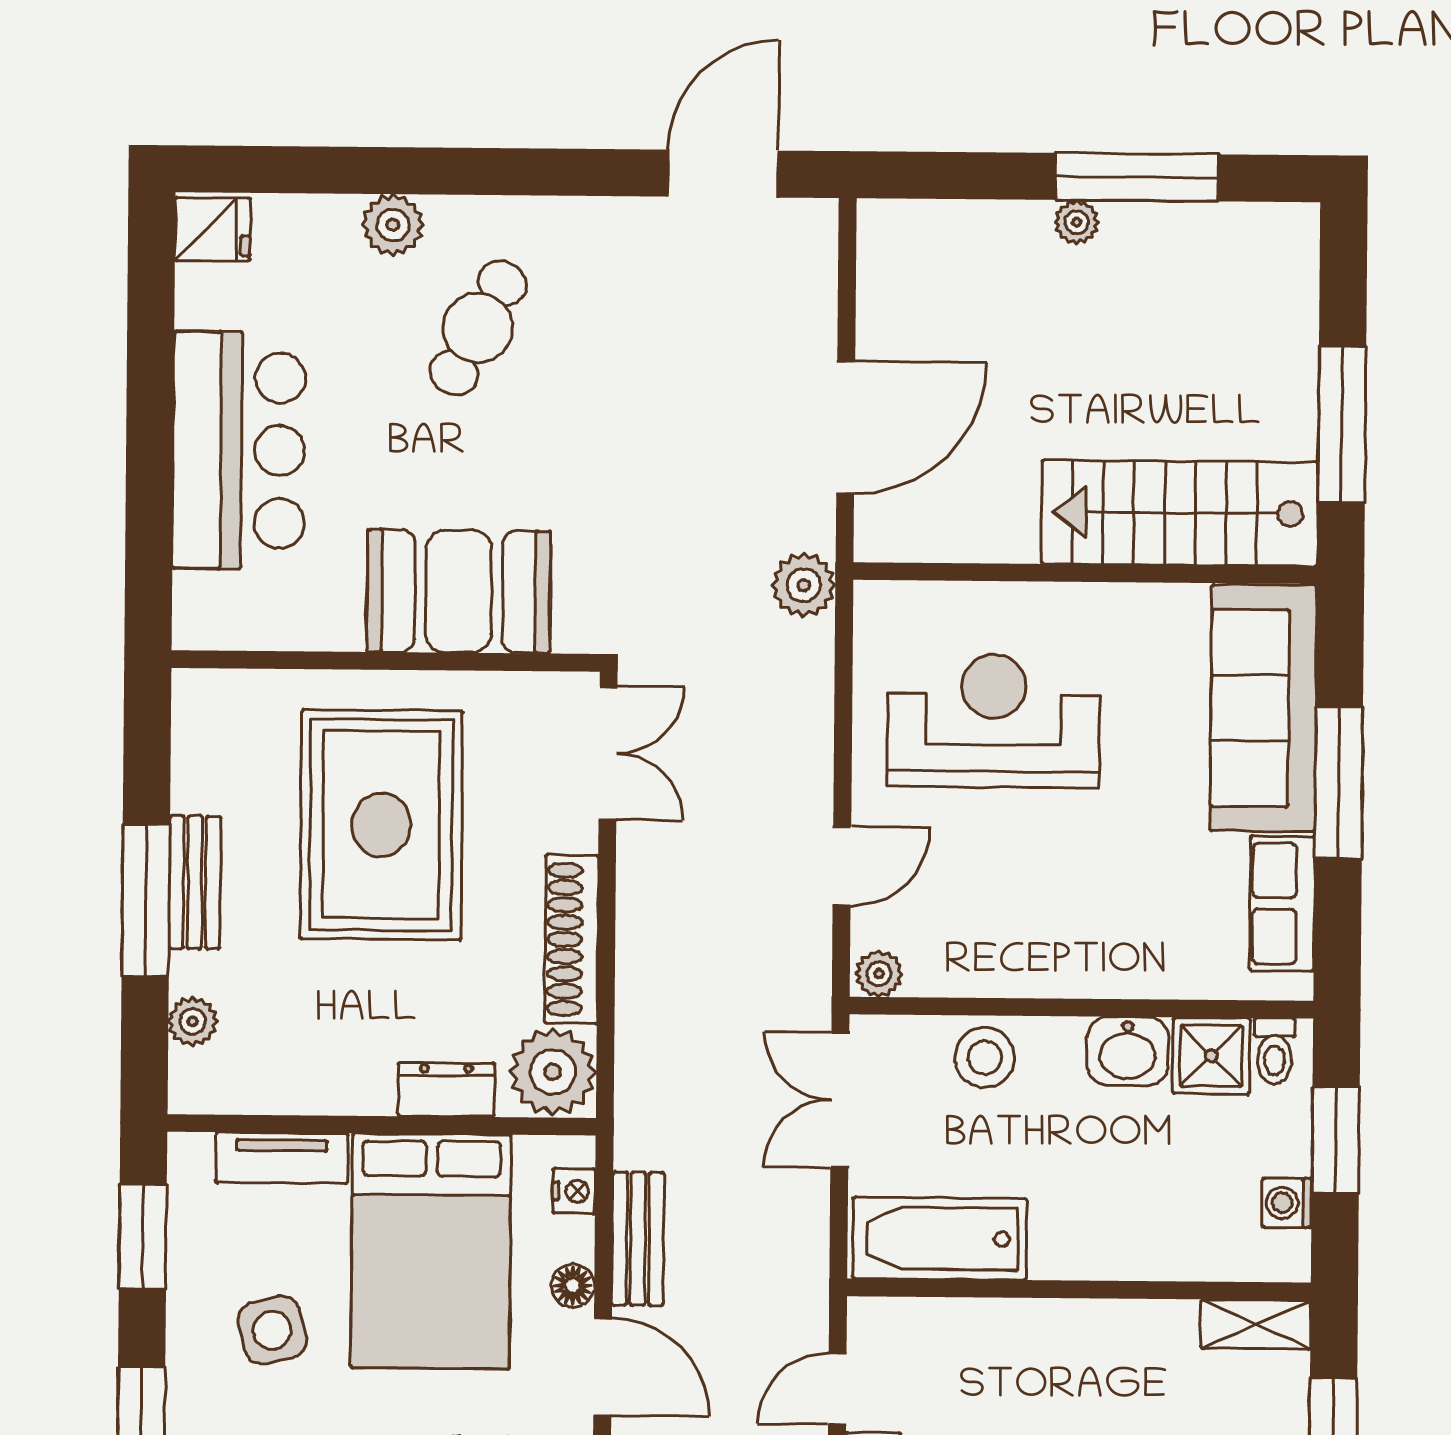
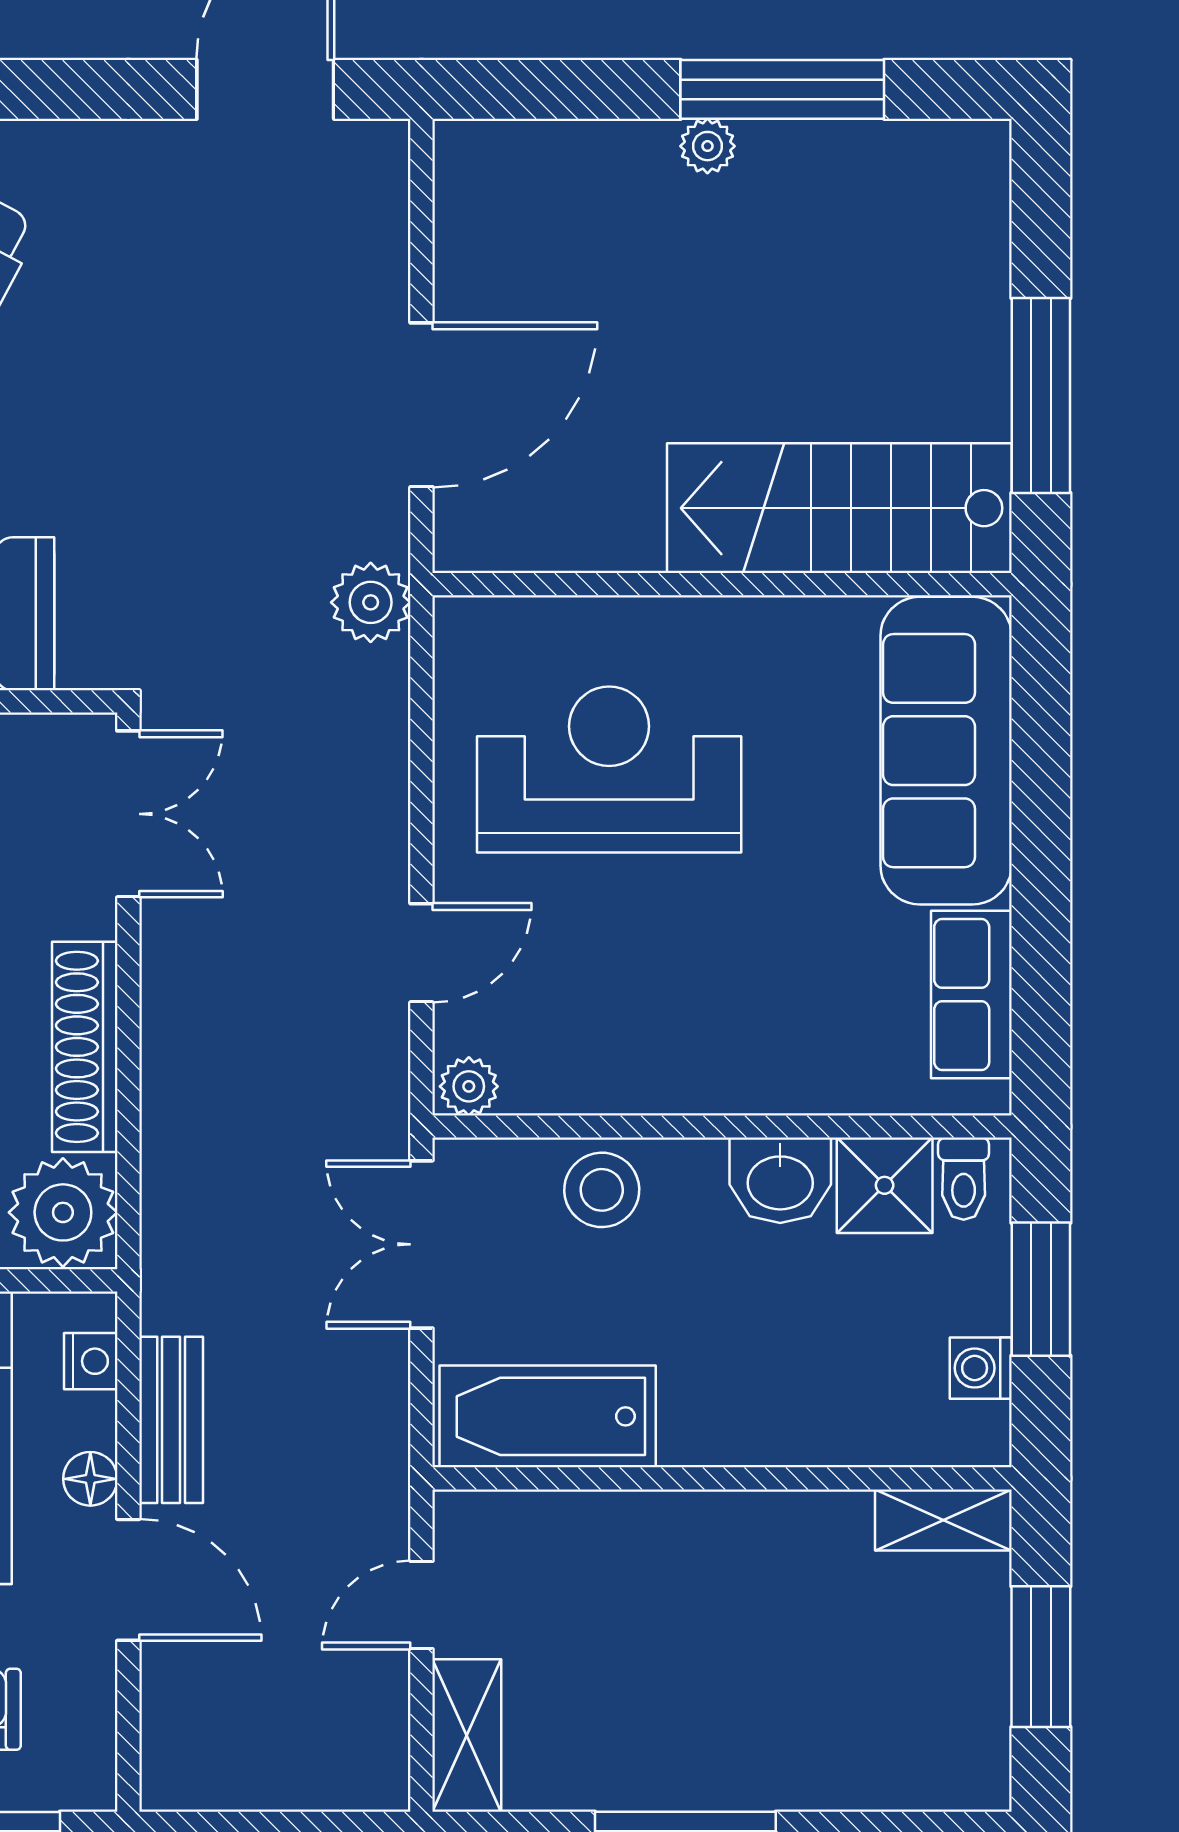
window: (1339, 783) -> (1041, 844), removed

